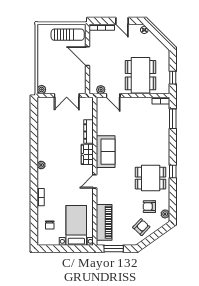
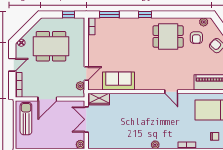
dining table: (141, 75) -> (51, 46), moved
double door: (67, 96) -> (86, 119), swing flipped
dresser: (89, 132) -> (122, 98), removed
sofa: (106, 152) -> (119, 81), moved
wardrobe: (87, 154) -> (99, 99), moved
window: (173, 171) -> (145, 15), moved
dining table: (151, 178) -> (168, 36), turned 90

